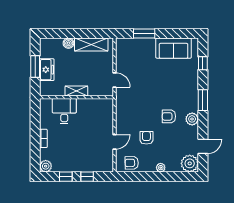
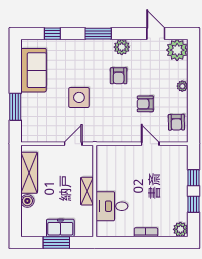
side table: (152, 85) -> (79, 97), added

